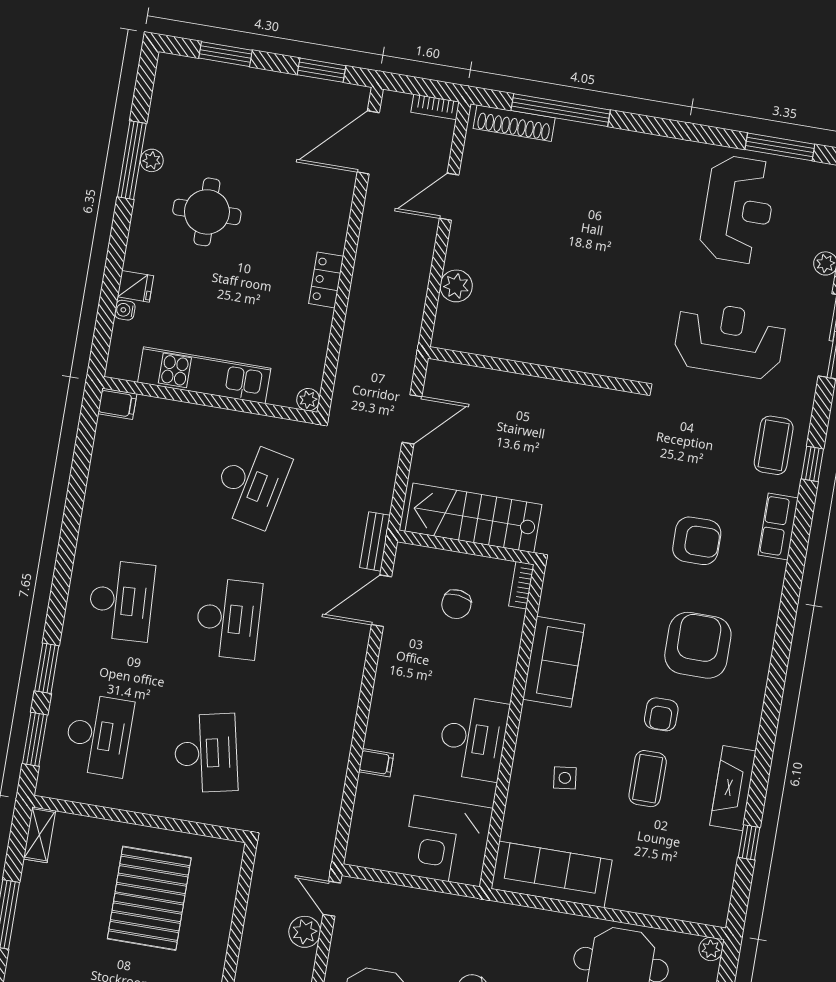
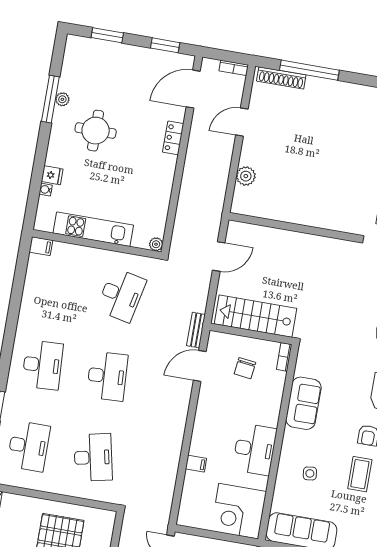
locker: (326, 280) -> (173, 138), moved

